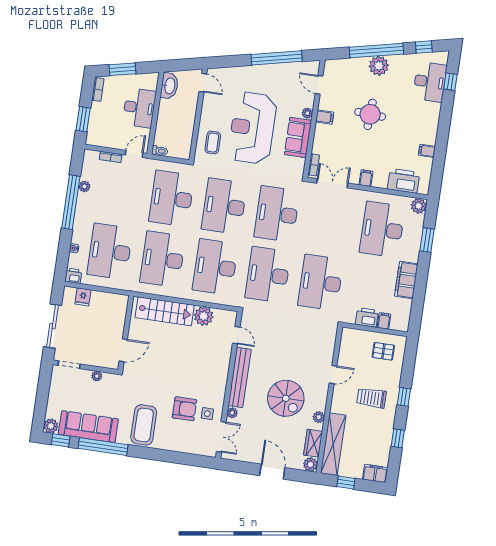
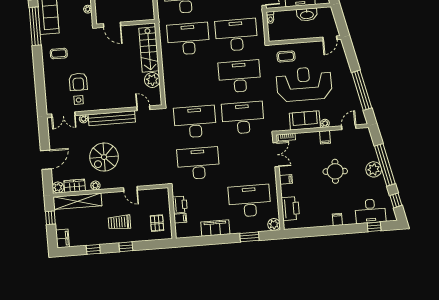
washbasin: (169, 86) -> (307, 15), moved
filing cabinet: (427, 151) -> (337, 219), moved
desk: (215, 267) -> (192, 80), removed
door: (236, 335) -> (143, 108), swing flipped
trolley: (372, 398) -> (119, 222), turned -90
coffee table: (144, 425) -> (59, 54), width x0.54, depth x0.58

